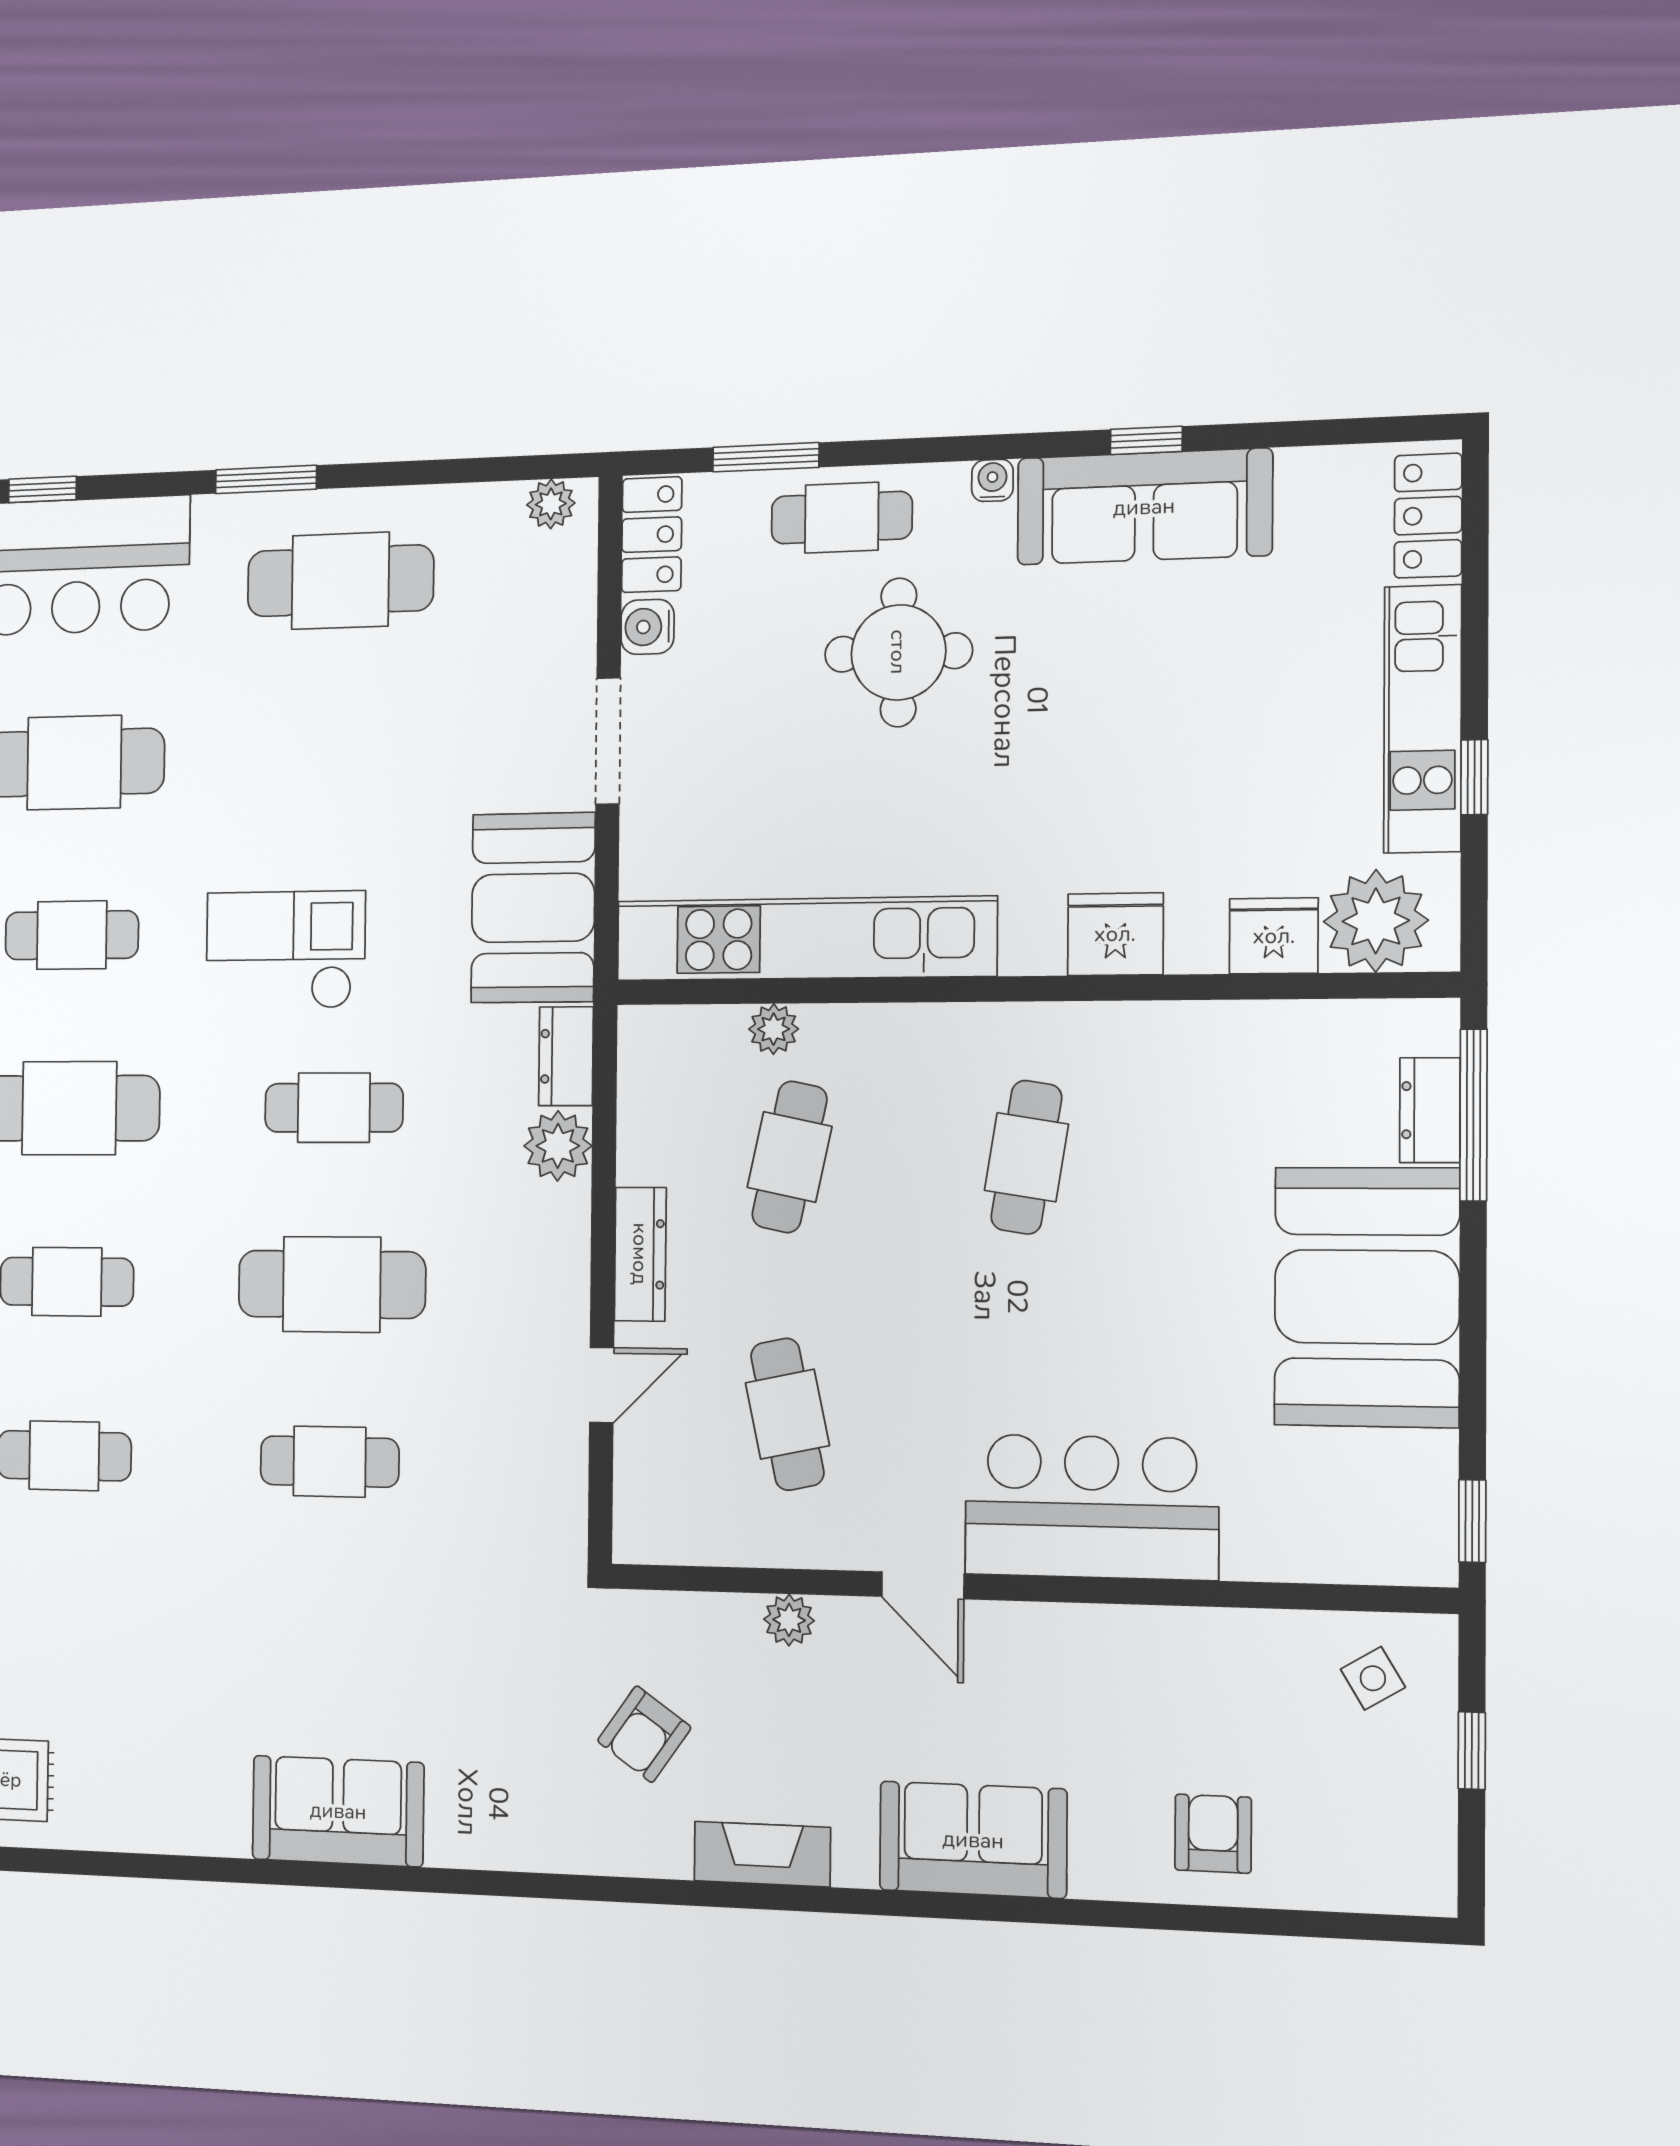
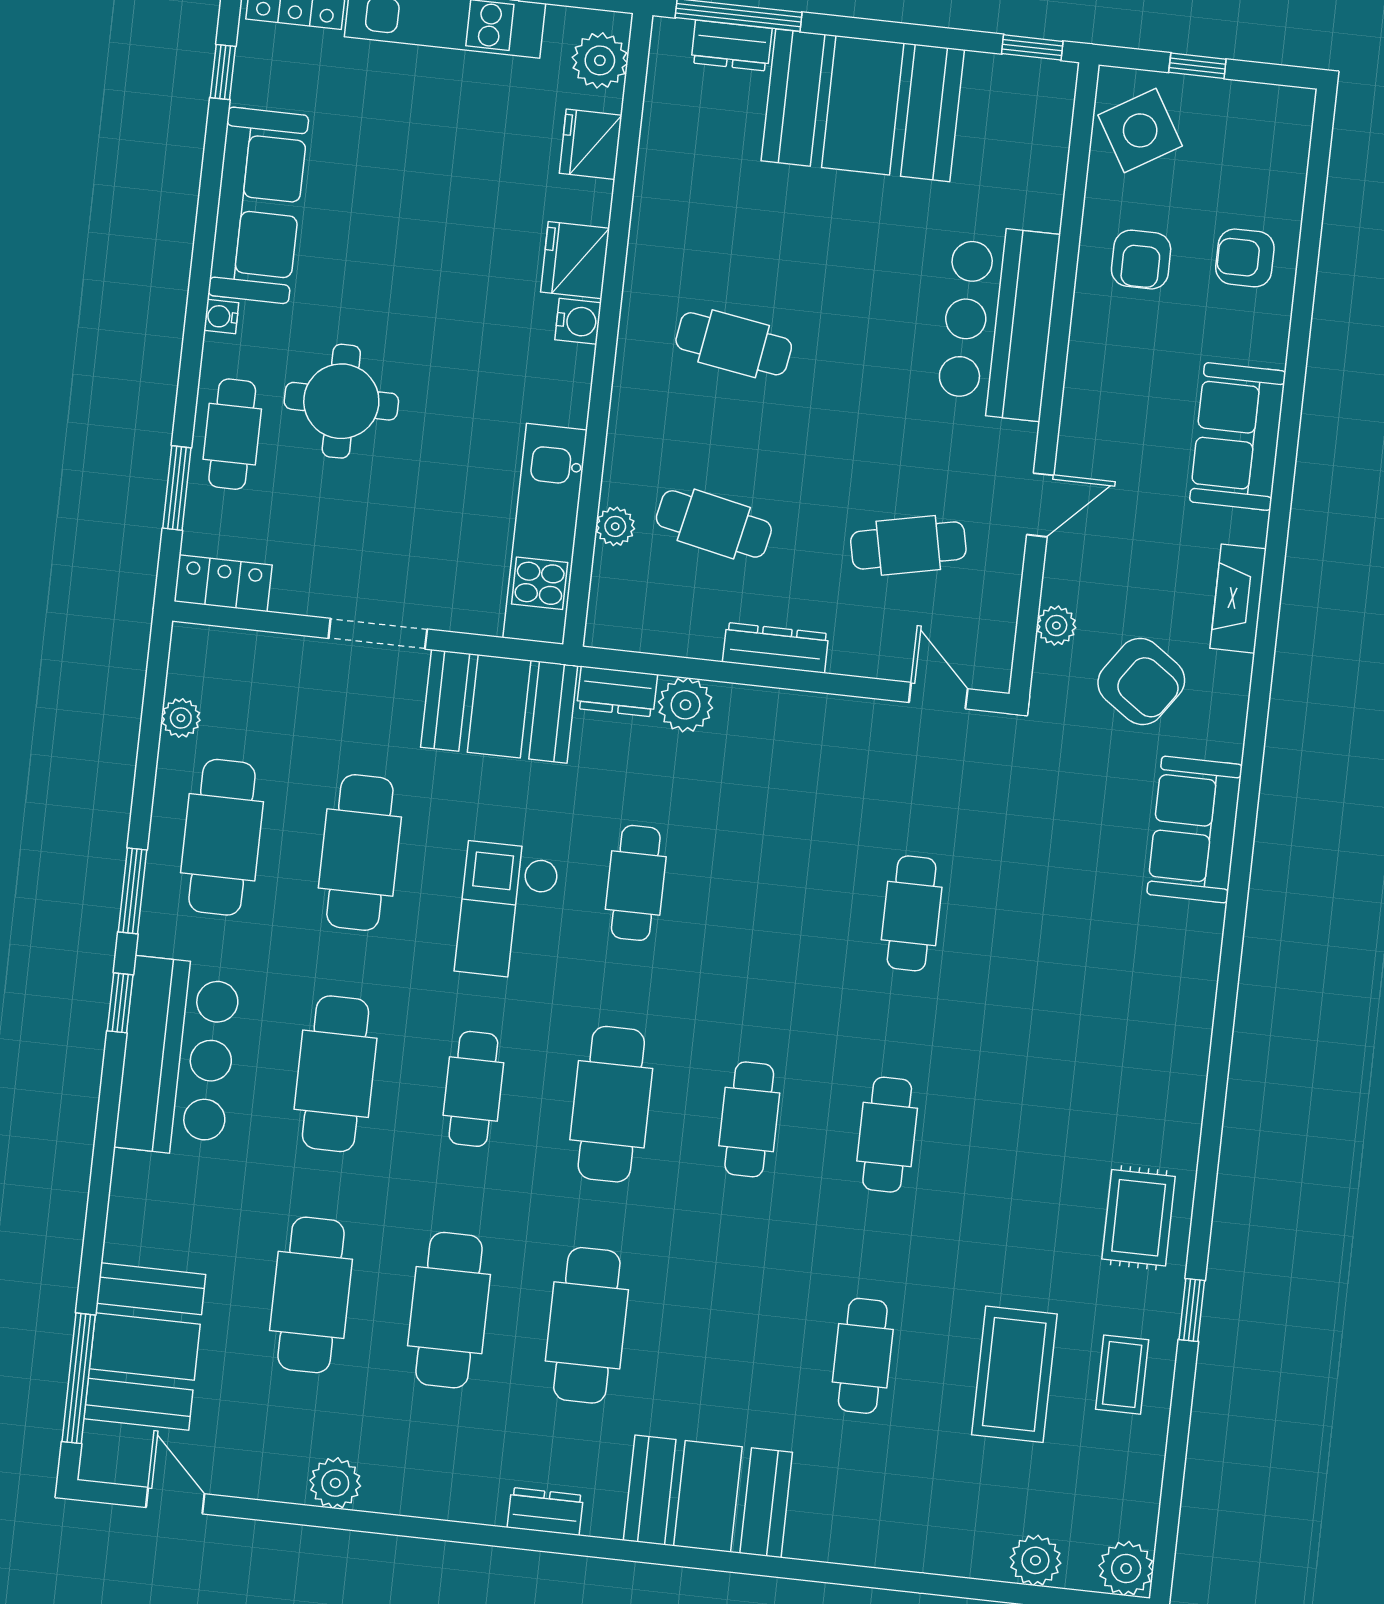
window: (1146, 440) -> (223, 72), moved
window: (42, 489) -> (120, 1003), moved
plant: (551, 504) -> (181, 718), moved
water cooler: (648, 627) -> (578, 321), moved, turned -90
plant: (1376, 921) -> (600, 60), width x0.73, depth x0.73
kitchen unit: (805, 939) -> (545, 534), width x0.73
cafe table: (332, 1284) -> (360, 853), moved
door: (602, 1385) -> (938, 696), moved
door: (923, 1585) -> (1040, 505), moved
plant: (789, 1620) -> (1056, 626), moved
side table: (1373, 1678) -> (1140, 130), width x1.87, depth x1.87
armchair: (1196, 1693) -> (1141, 260), added
armchair: (644, 1734) -> (1141, 681), width x1.38, depth x1.38
sofa: (338, 1811) -> (1195, 829), moved

